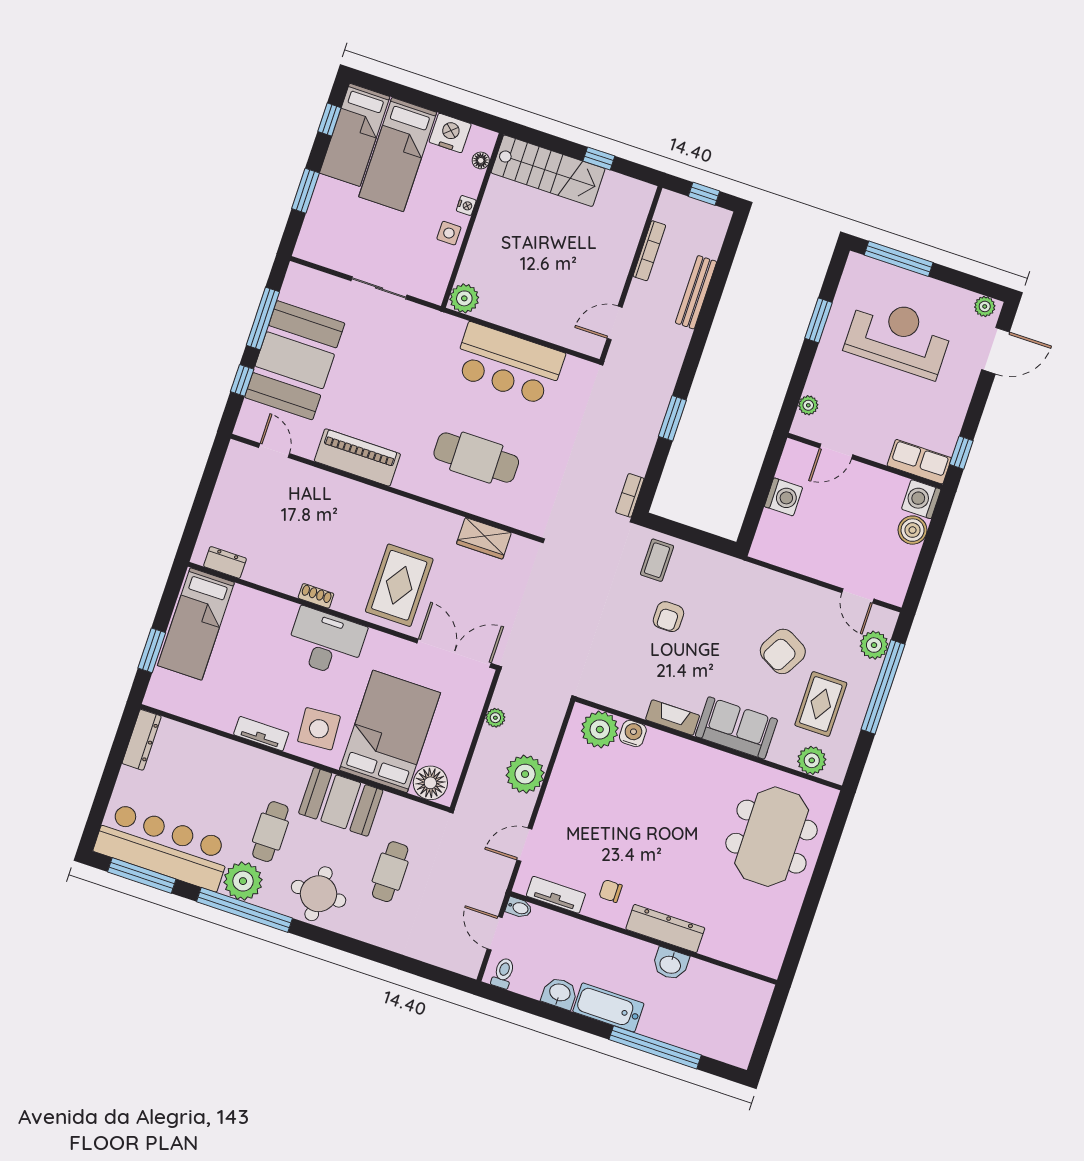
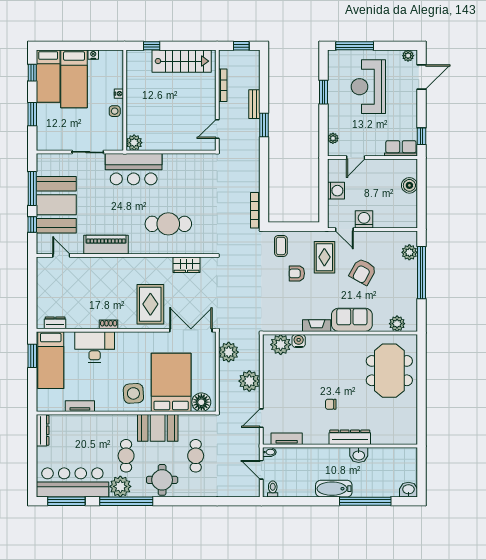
nightstand: (450, 133) -> (93, 55), width x0.53, depth x0.56
window: (599, 159) -> (152, 46), moved
floor lamp: (481, 160) -> (119, 67), removed
stairs: (548, 171) -> (182, 61), moved
bench: (696, 292) -> (254, 104), width x0.73
reception desk: (899, 337) -> (368, 87), turned -90
bar counter: (509, 364) -> (134, 169), moved
window: (672, 418) -> (264, 125), moved
bookcase: (630, 495) -> (255, 210), width x1.56
washing machine: (921, 499) -> (364, 219), moved, turned 90
door: (858, 596) -> (344, 229), moved
armchair: (668, 617) -> (297, 273), turned 90
desk: (326, 642) -> (95, 347), moved
window: (152, 650) -> (32, 356), moved
rug: (821, 704) -> (324, 257), moved
plant: (495, 718) -> (229, 352), width x1.88, depth x1.88
tv unit: (261, 734) -> (80, 406), moved
chair: (611, 891) -> (331, 404), moved
washbasin: (560, 993) -> (408, 490), moved

